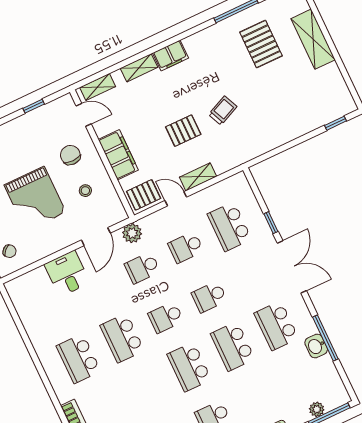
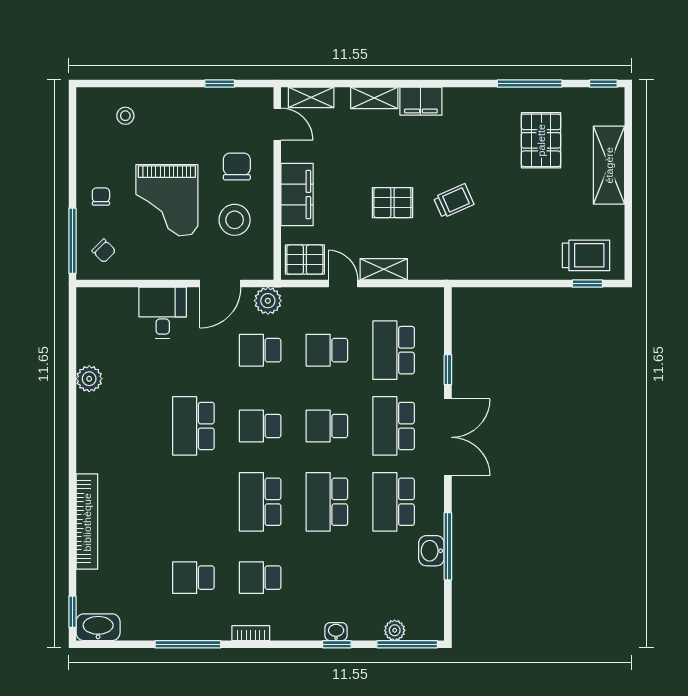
trolley: (326, 105) -> (586, 255), added
stool: (85, 191) -> (235, 220), width x1.89, depth x1.89
plant: (39, 339) -> (89, 379), added
school desk: (79, 359) -> (394, 426), moved

